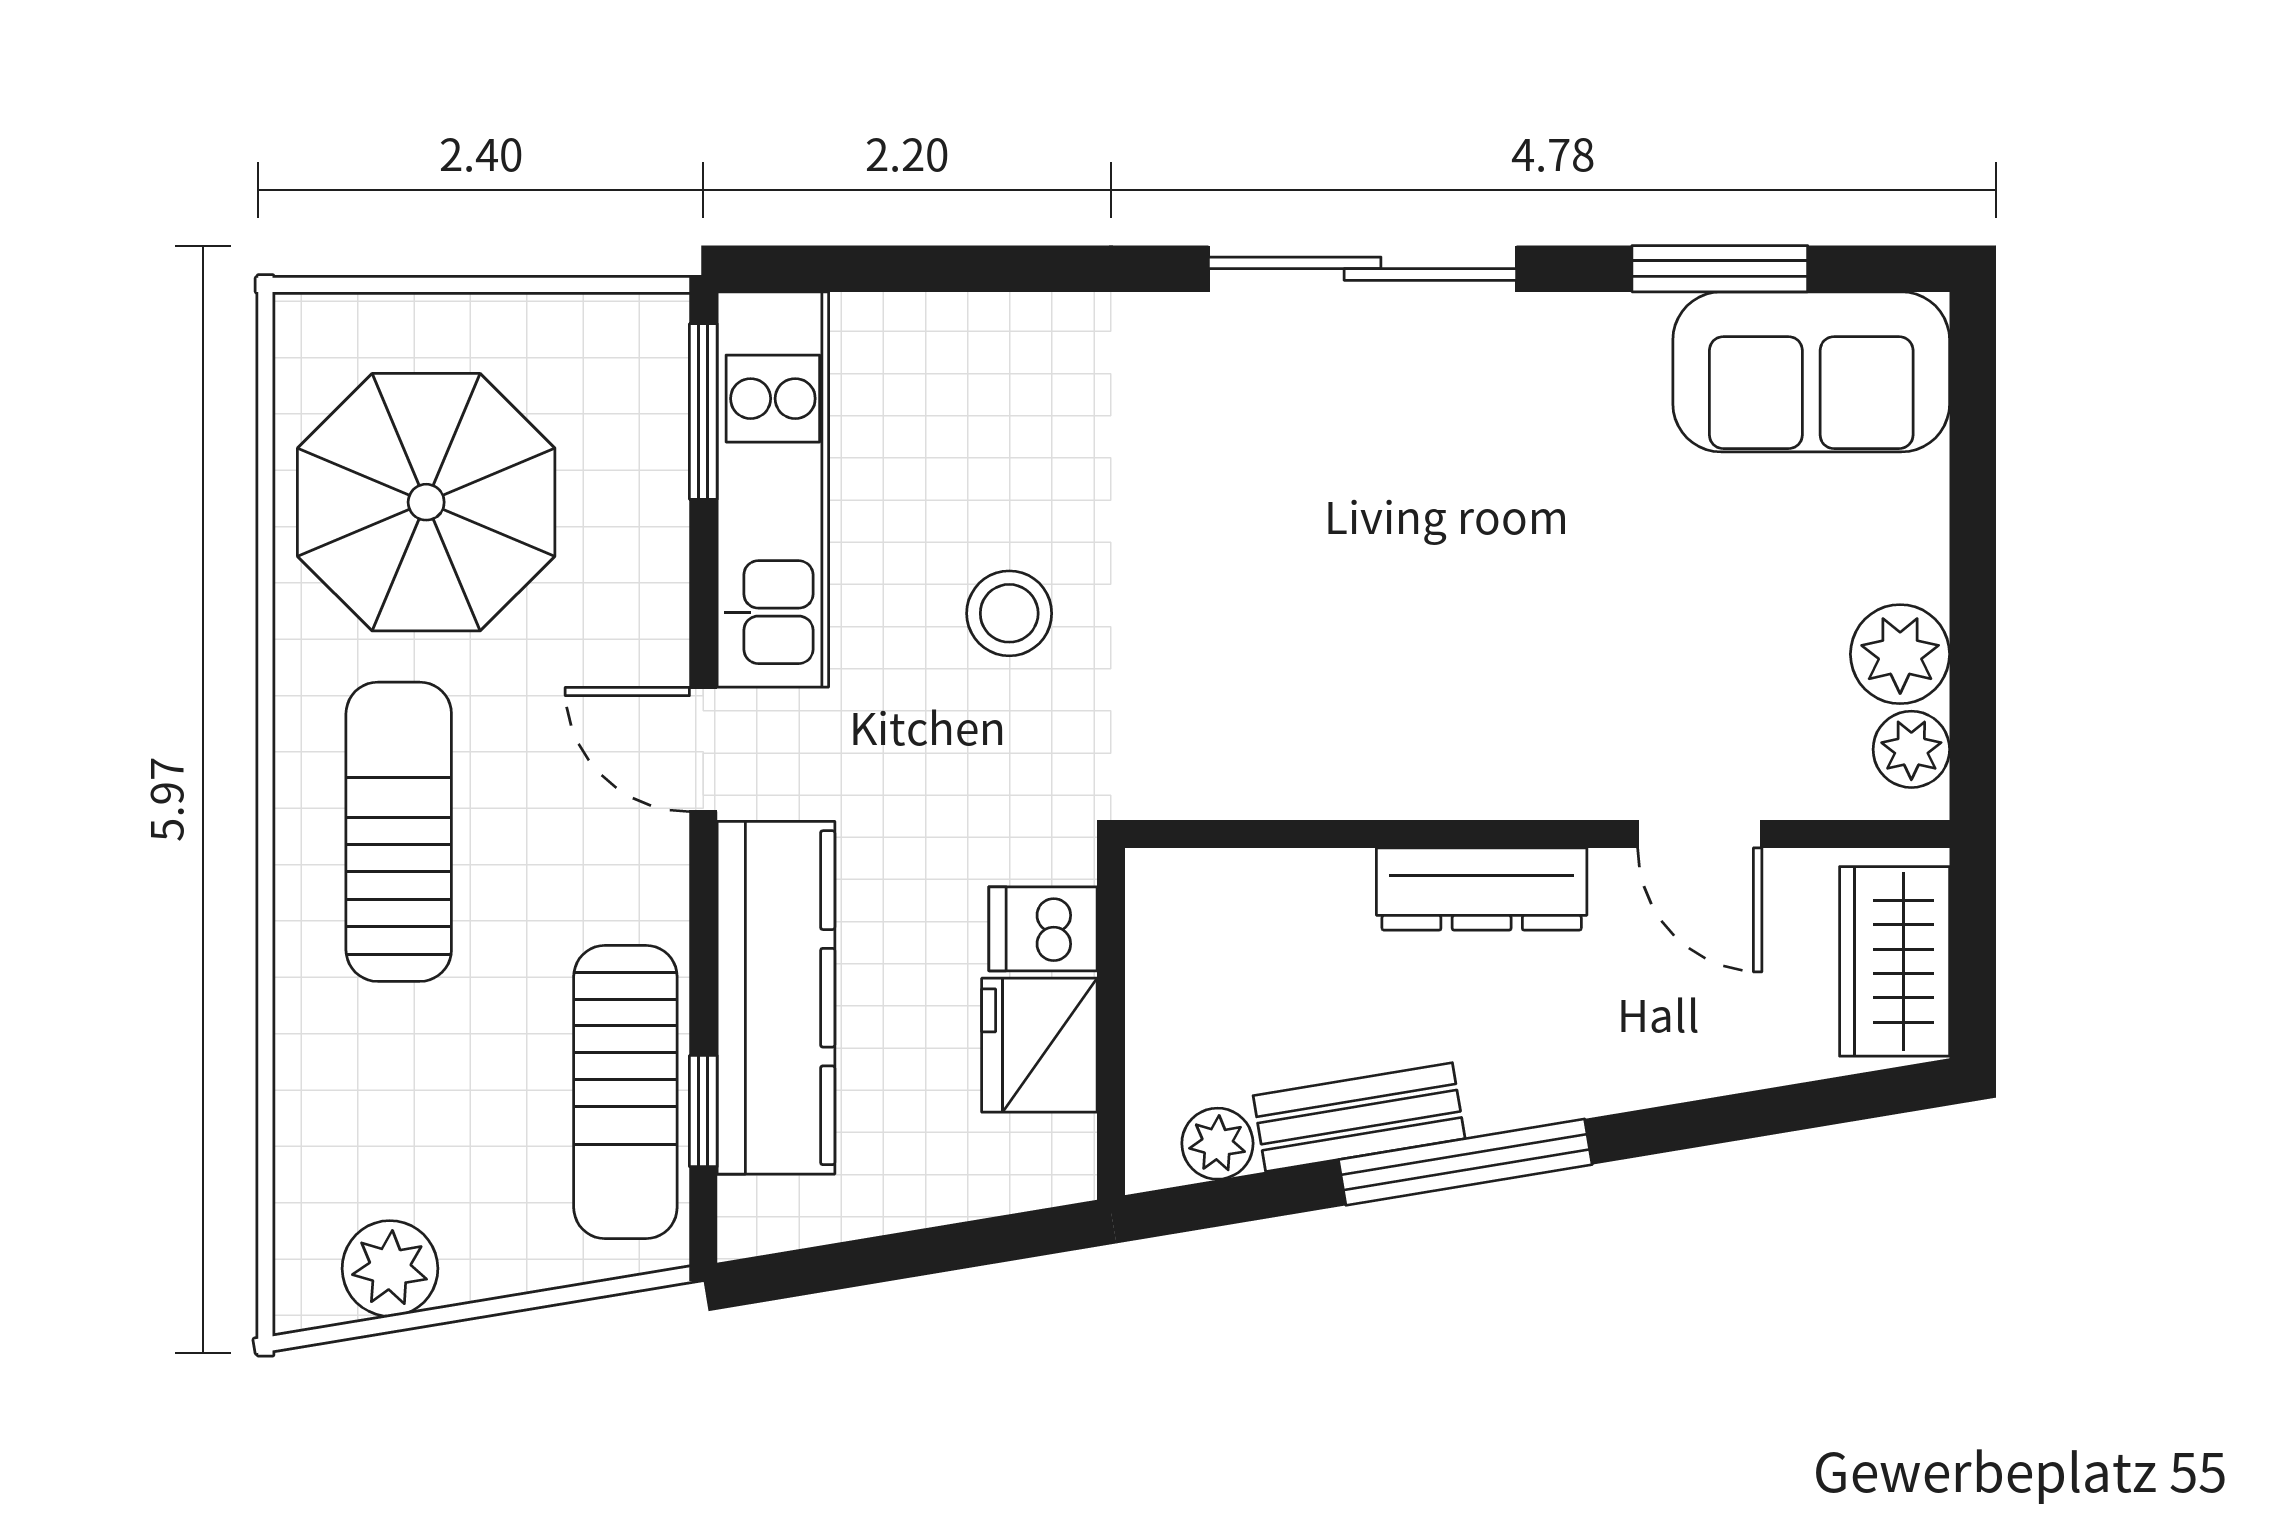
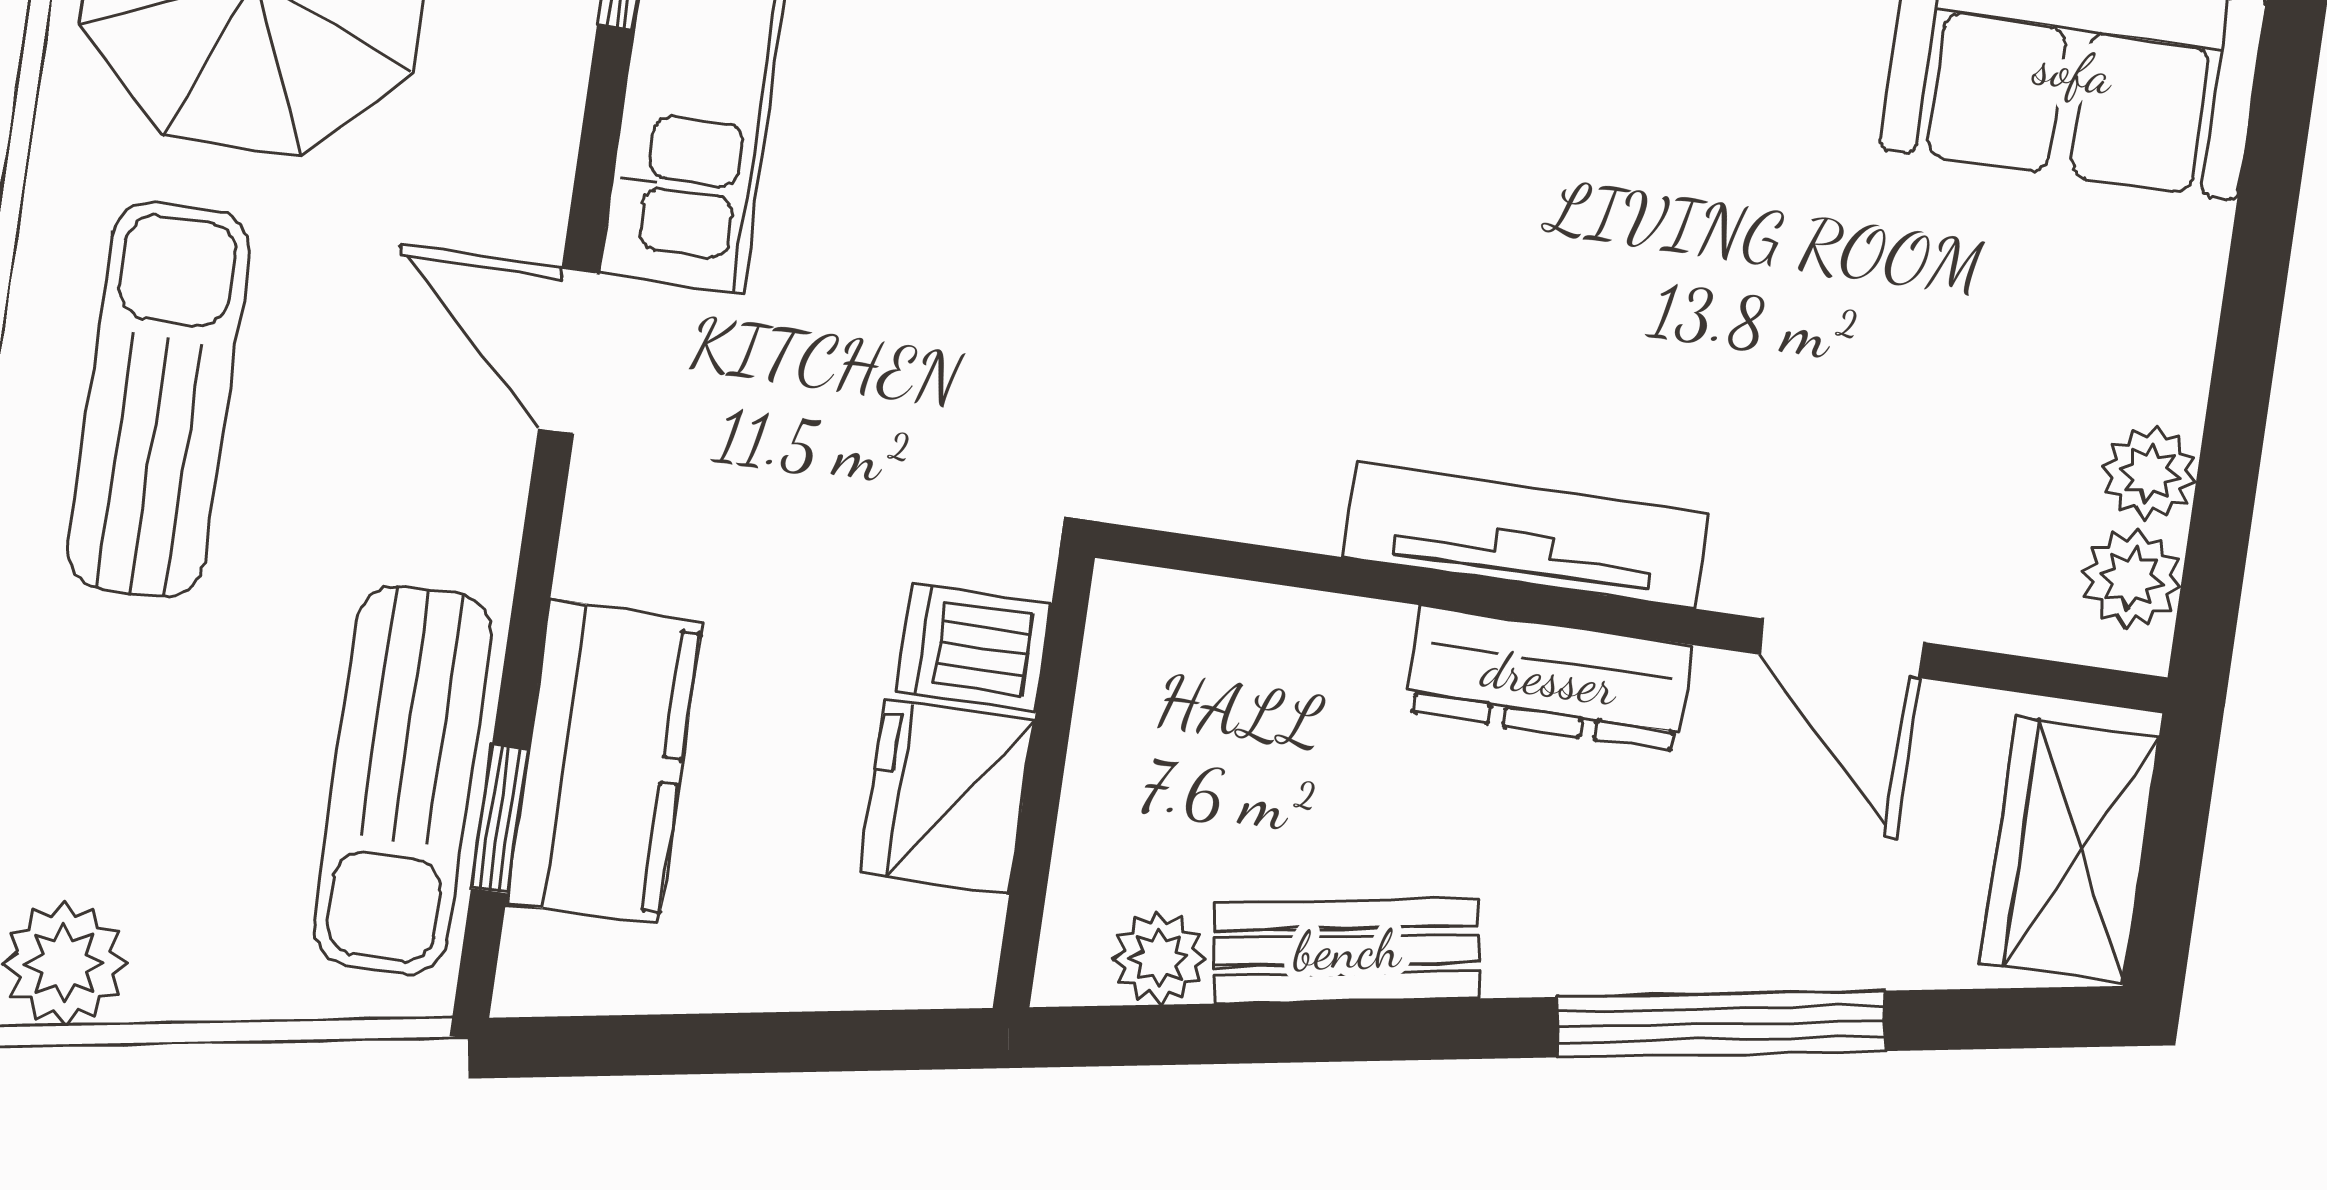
stool: (1009, 613) -> (990, 232), removed
plant: (1900, 654) -> (2150, 473), width x0.73, depth x0.73
tv unit: (1448, 783) -> (1525, 535), added
kitchen counter: (776, 998) -> (604, 762), width x0.67
window: (1465, 1162) -> (1721, 1024), moved

